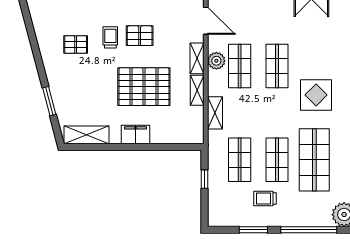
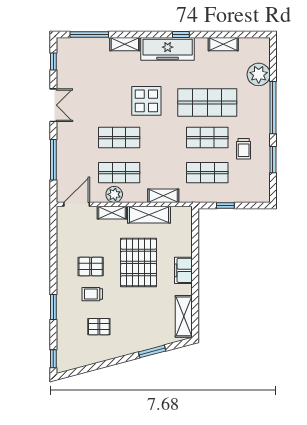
pallet: (140, 36) -> (91, 267), turned 90
pallet: (76, 44) -> (99, 327), turned 90
shelving: (197, 90) -> (149, 215), width x1.50, depth x1.33

